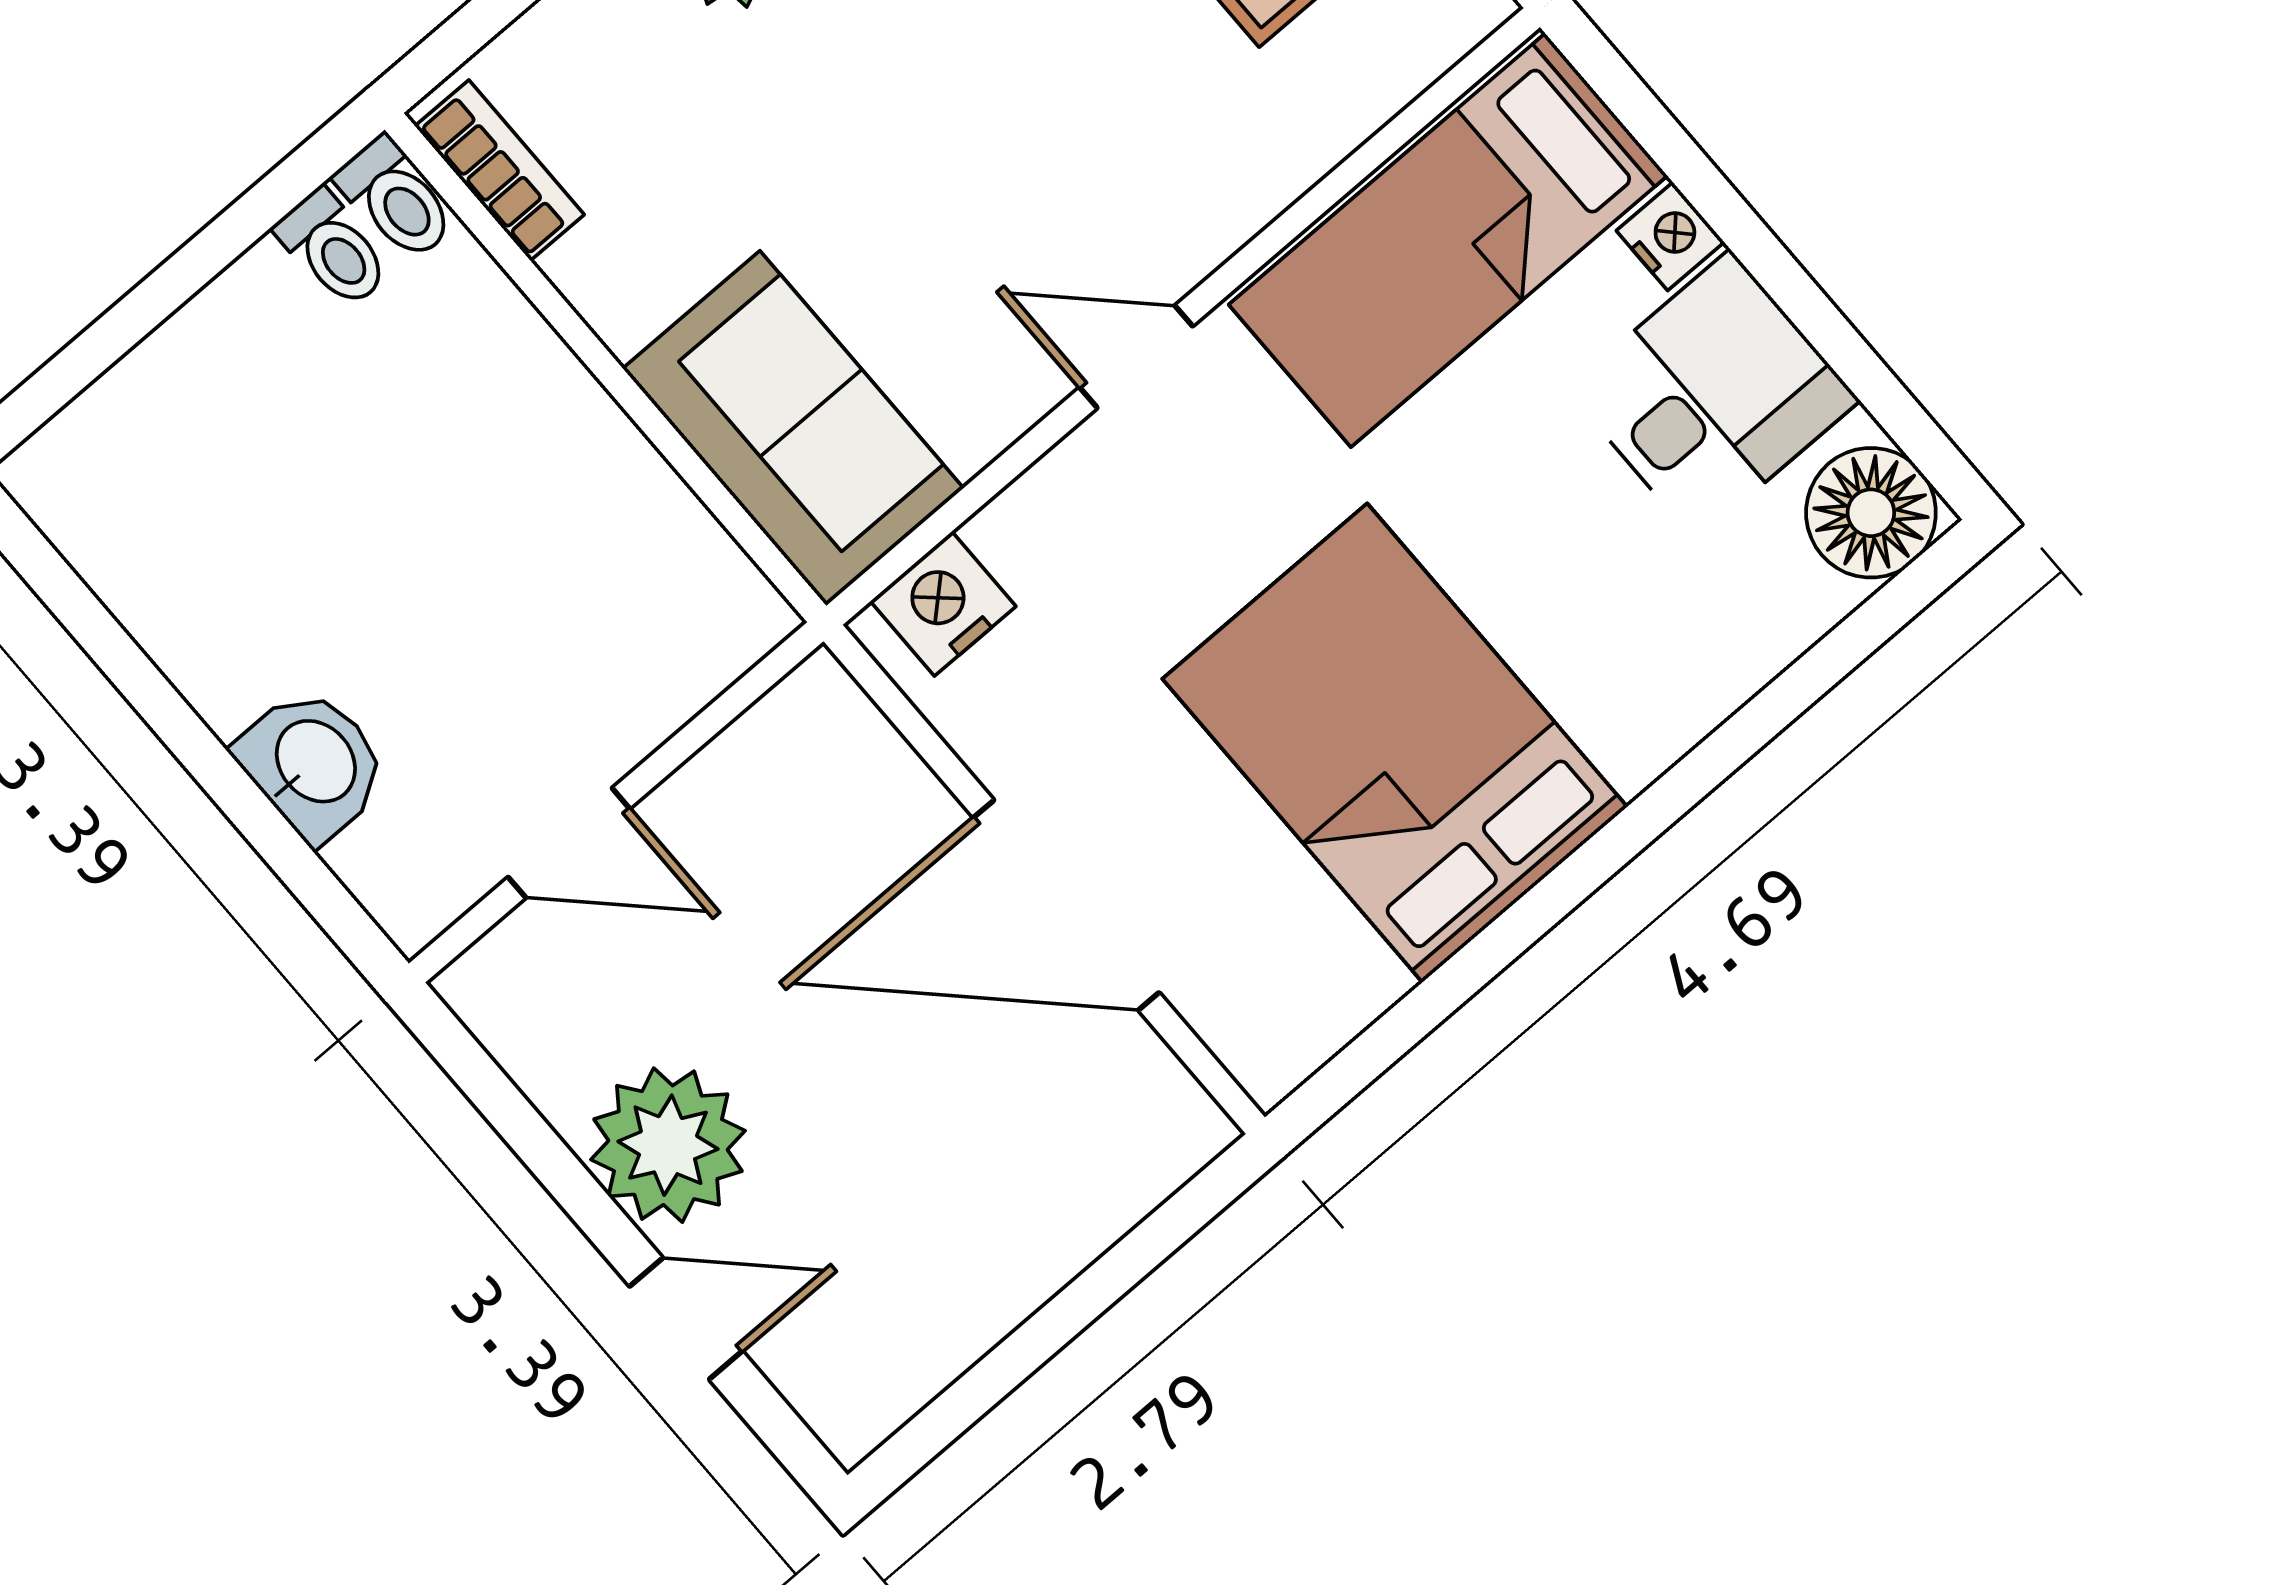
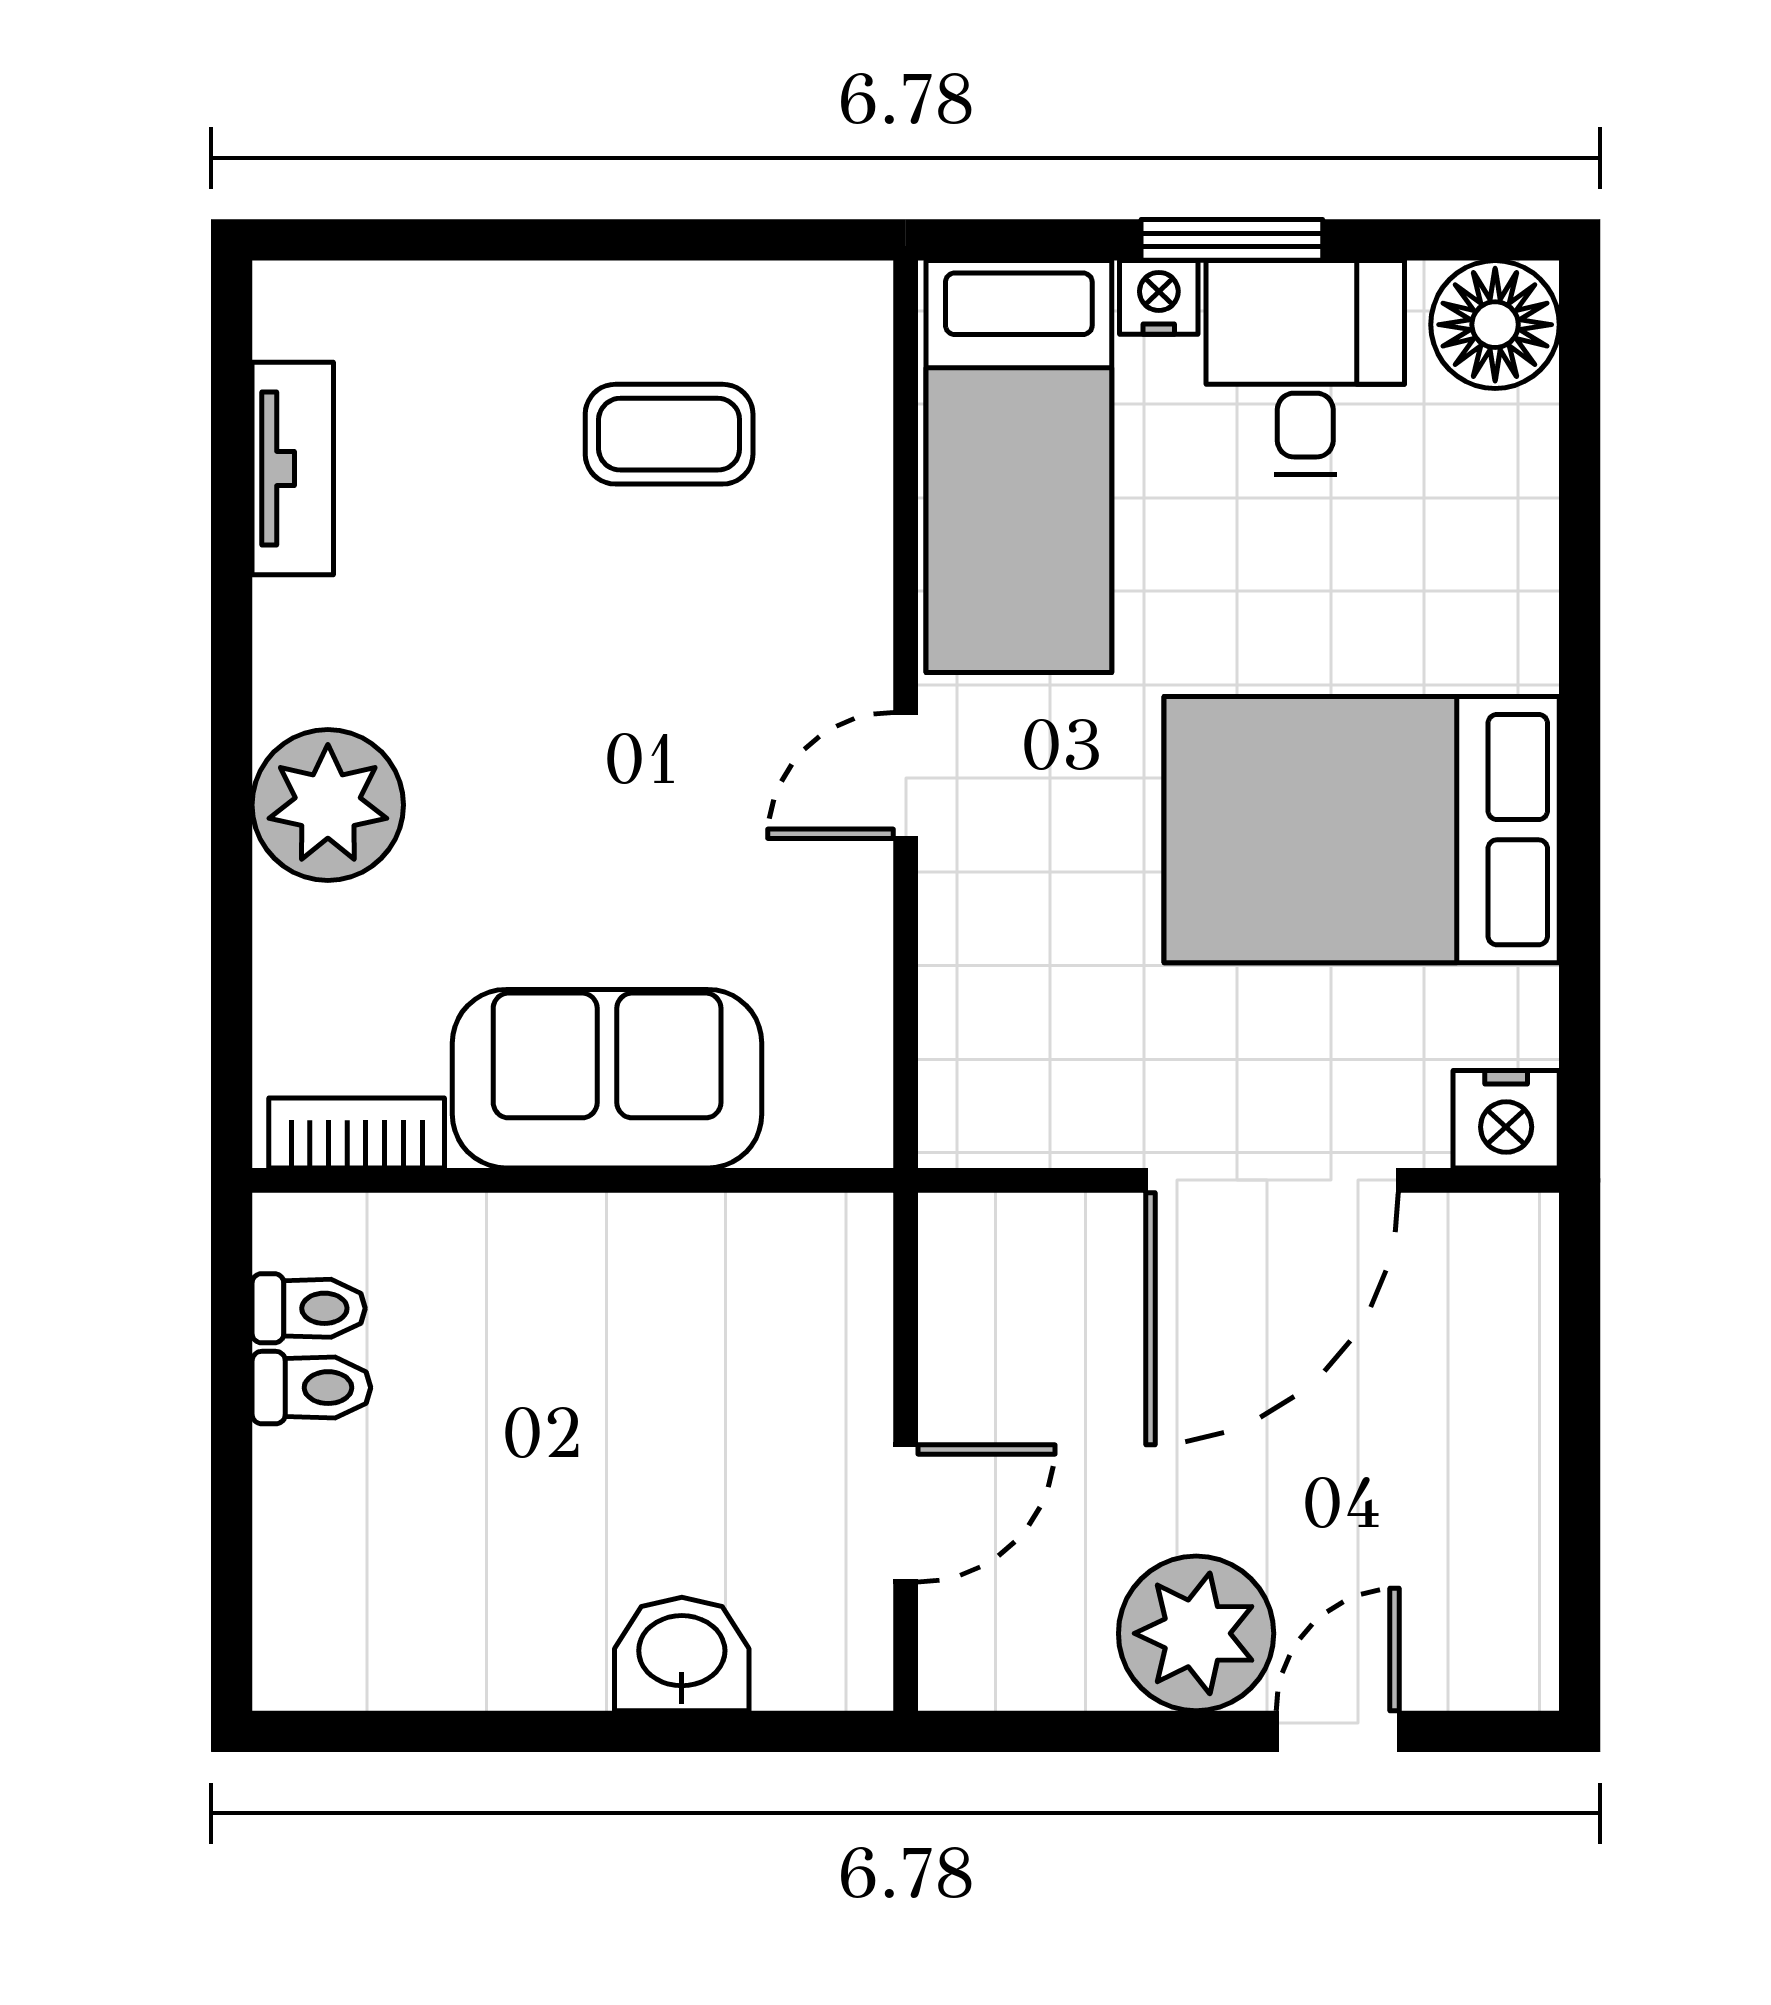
toilet: (396, 199) -> (311, 1388), moved
window: (1763, 255) -> (1232, 240), added
sofa: (793, 428) -> (607, 1079), moved
nightstand: (943, 604) -> (1506, 1119), moved, turned -90

